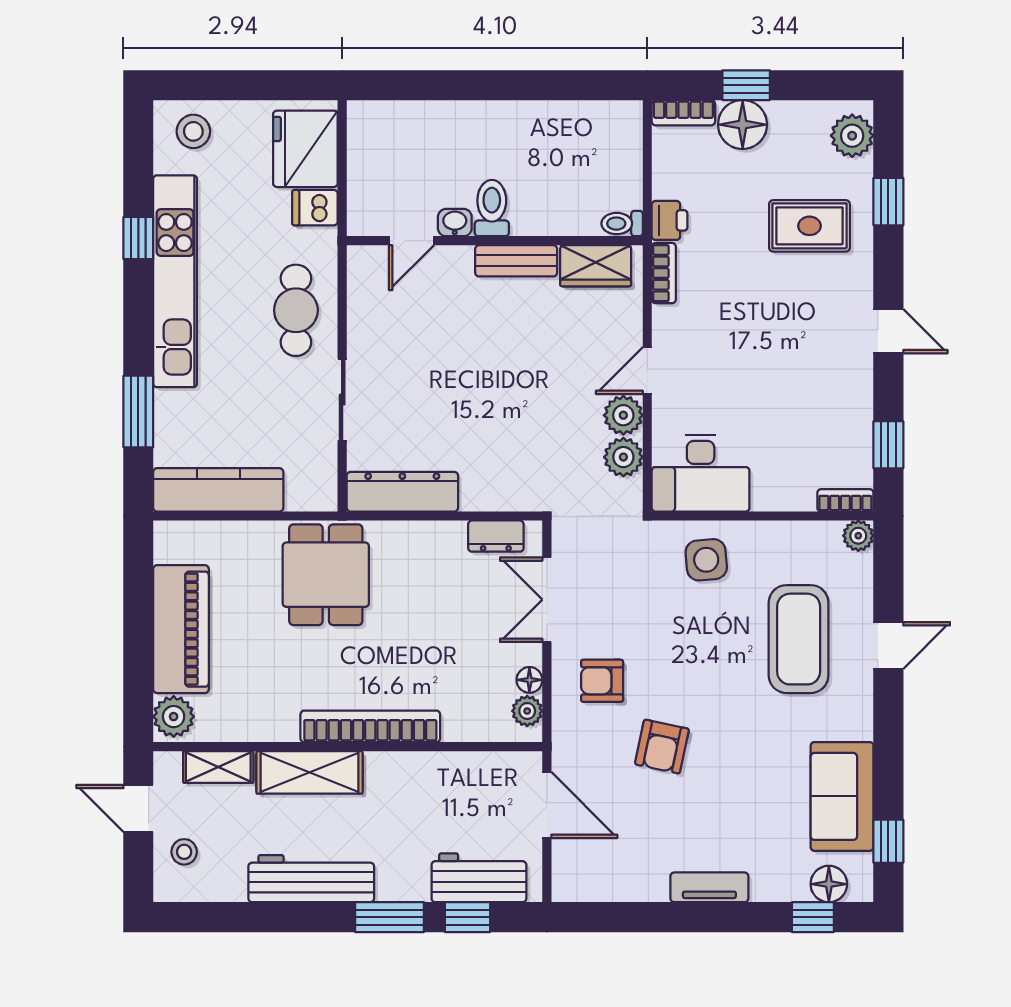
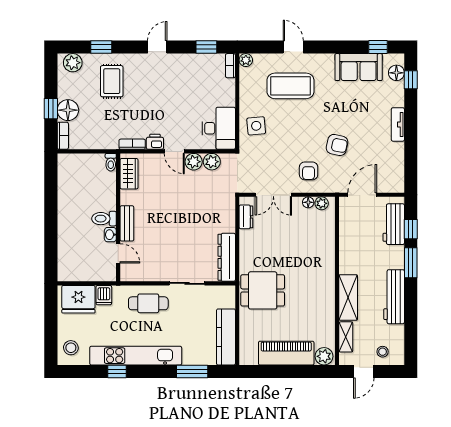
printer: (670, 220) -> (155, 142), moved
bench: (516, 261) -> (127, 223), moved
bookcase: (370, 726) -> (328, 271), removed

